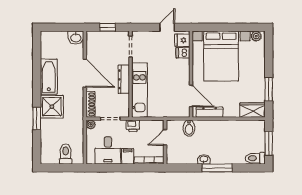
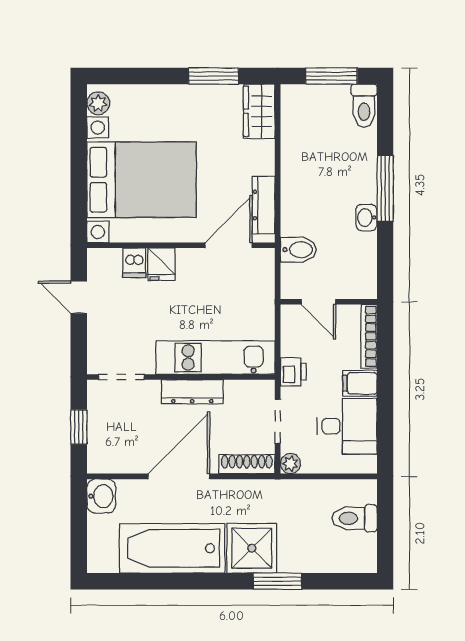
fridge: (182, 40) -> (161, 264), moved
bathtub: (49, 77) -> (172, 548), width x1.36, depth x1.36

